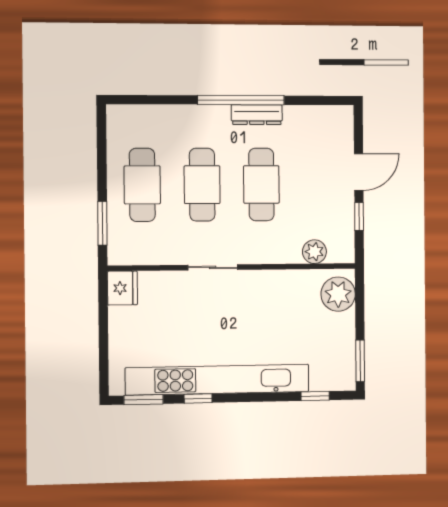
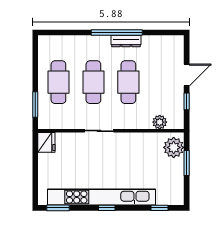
window: (360, 361) -> (187, 163), moved
window: (198, 399) -> (107, 208), moved

